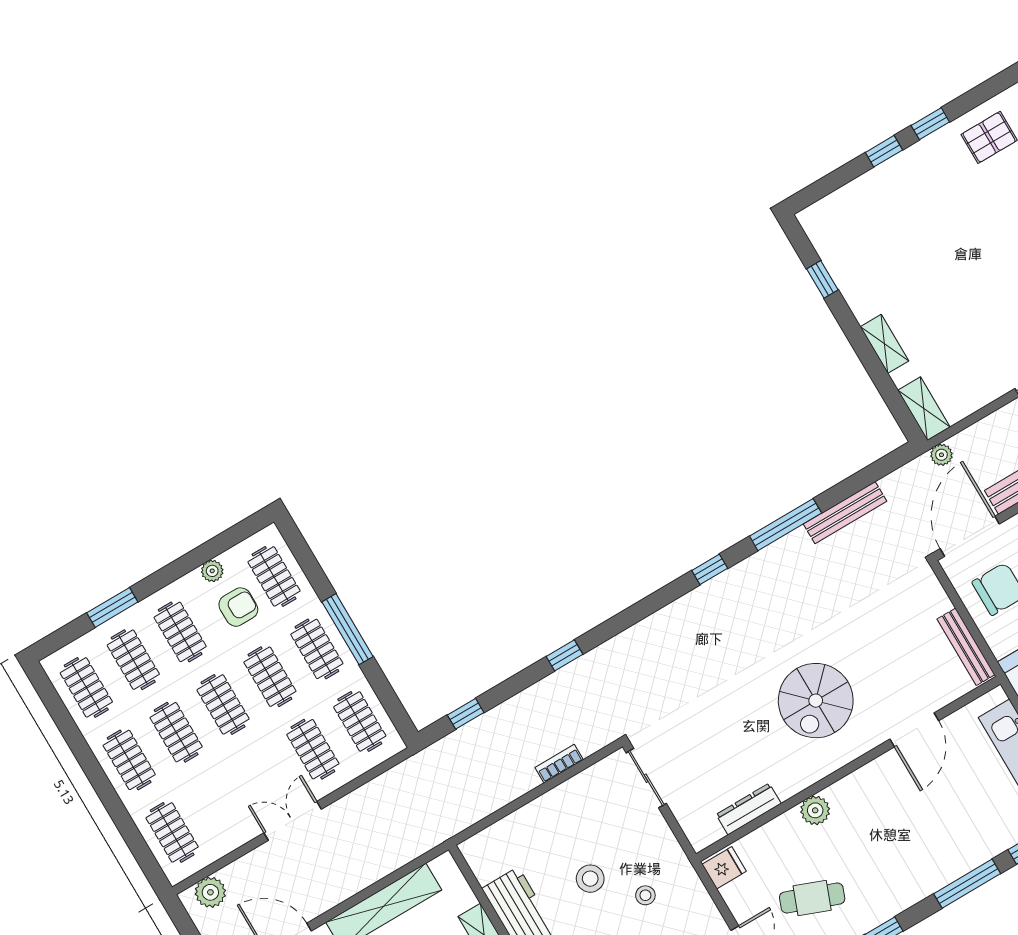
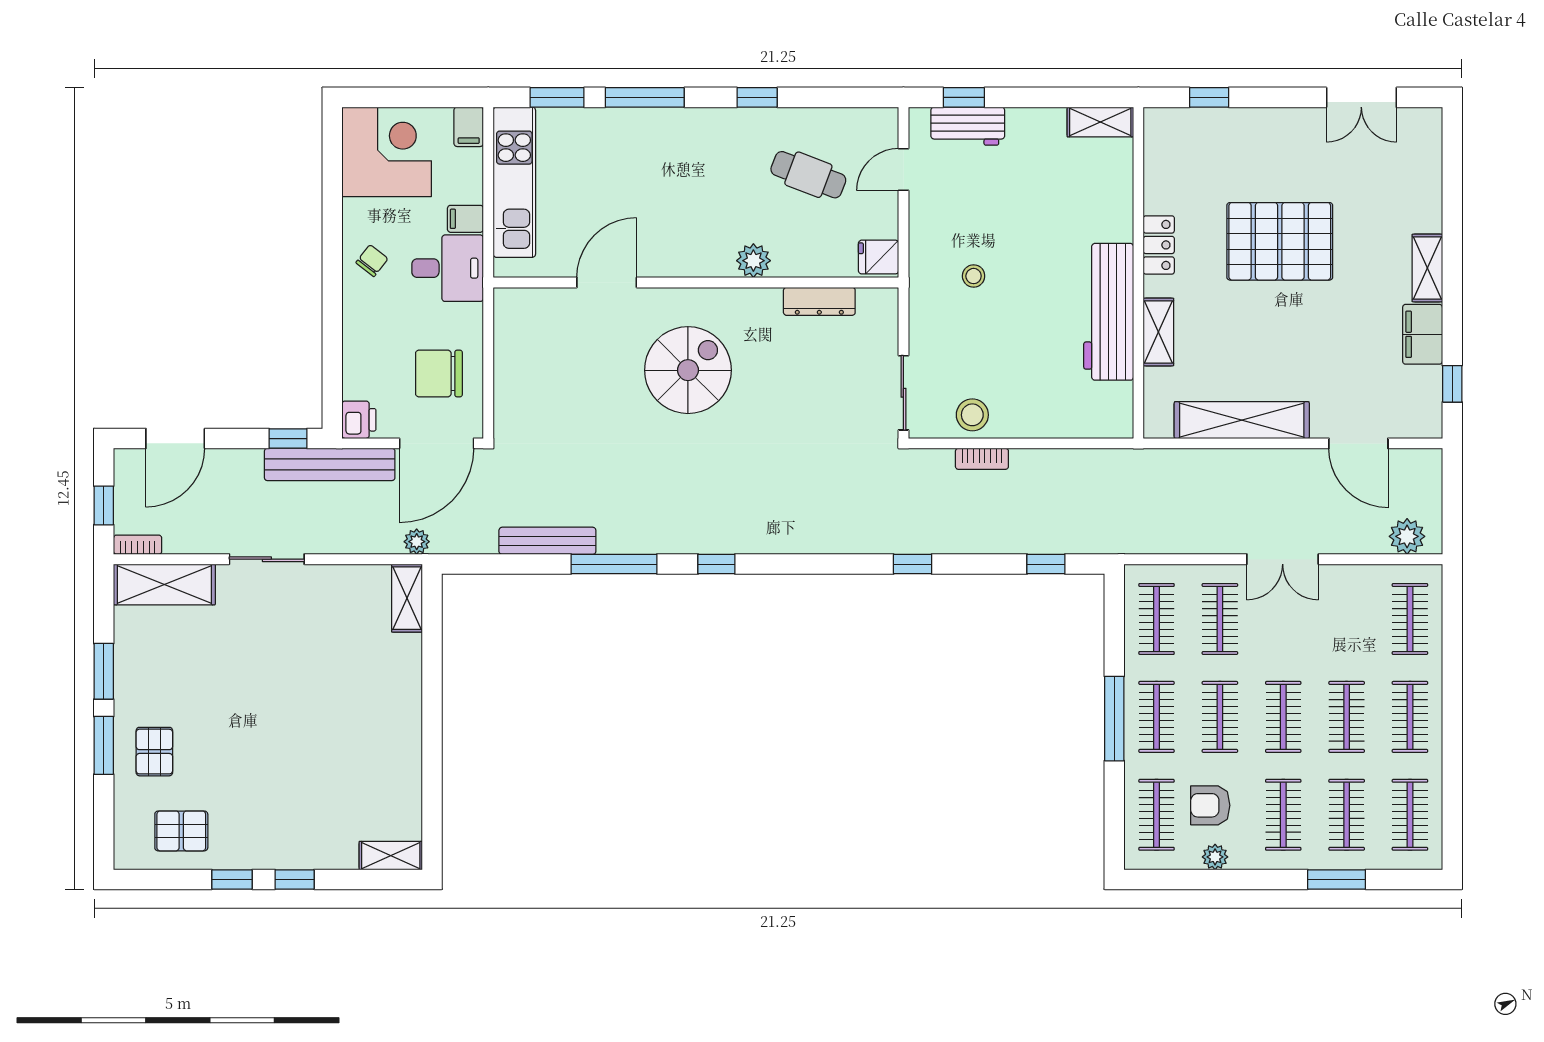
window: (822, 279) -> (432, 788), removed
shelving: (884, 344) -> (391, 856), moved, turned 90
bench: (966, 647) -> (506, 335), removed
stool: (590, 879) -> (972, 415), moved

